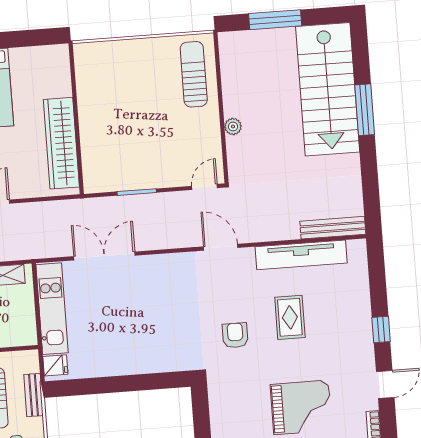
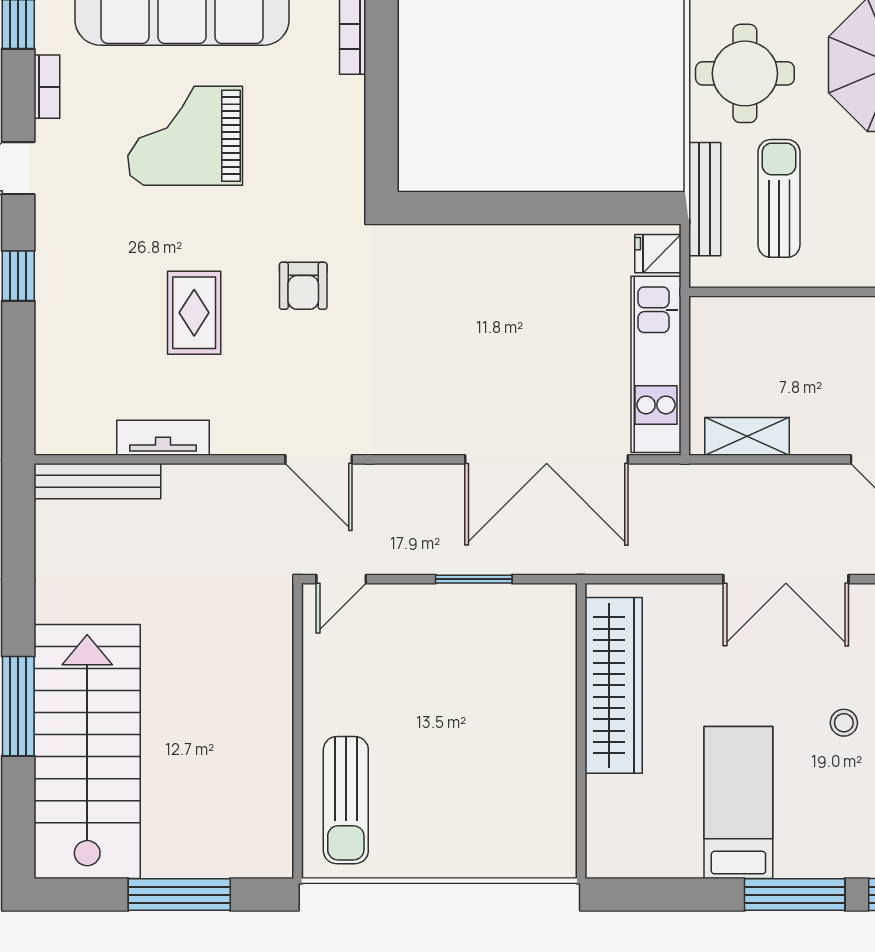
plant: (233, 126) -> (277, 693), removed
tv unit: (301, 255) -> (163, 438), width x0.52, depth x0.78
double door: (104, 256) -> (547, 459), width x1.36
bench: (33, 395) -> (705, 199), width x1.36

